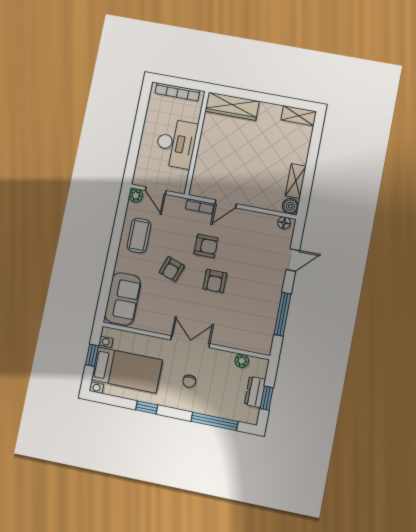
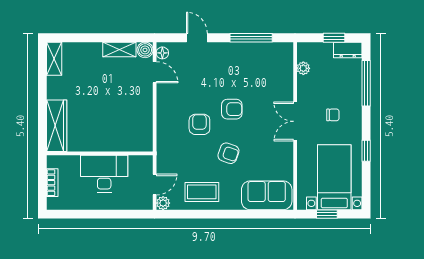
bookcase: (177, 92) -> (52, 183), width x0.64
door: (226, 204) -> (155, 72), moved
bookcase: (200, 206) -> (162, 138), removed
dresser: (255, 392) -> (348, 50), moved

